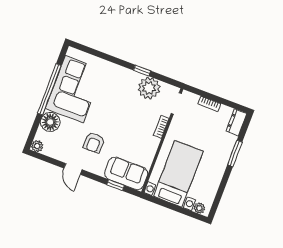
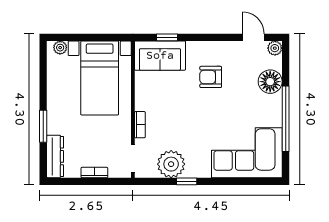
corner sofa: (74, 89) -> (247, 153), moved, turned 90
dresser: (236, 122) -> (55, 156), width x1.44
armchair: (94, 143) -> (211, 77), turned -90
door: (73, 169) -> (253, 37), moved

